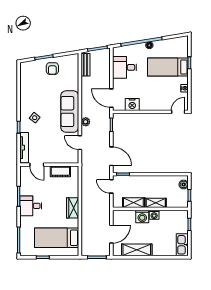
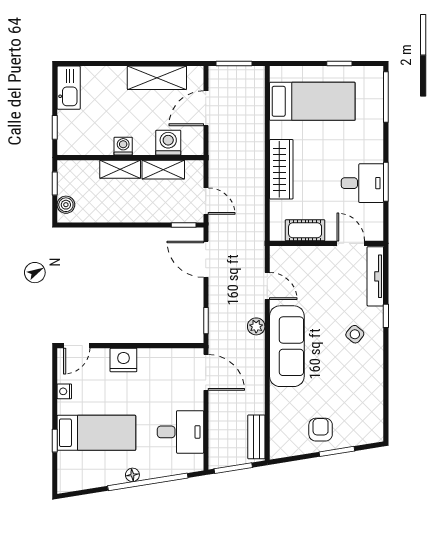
nightstand: (132, 104) -> (123, 360), moved
desk: (31, 206) -> (362, 183), moved
wardrobe: (73, 208) -> (281, 169), width x1.50
washing machine: (142, 216) -> (168, 143), moved

